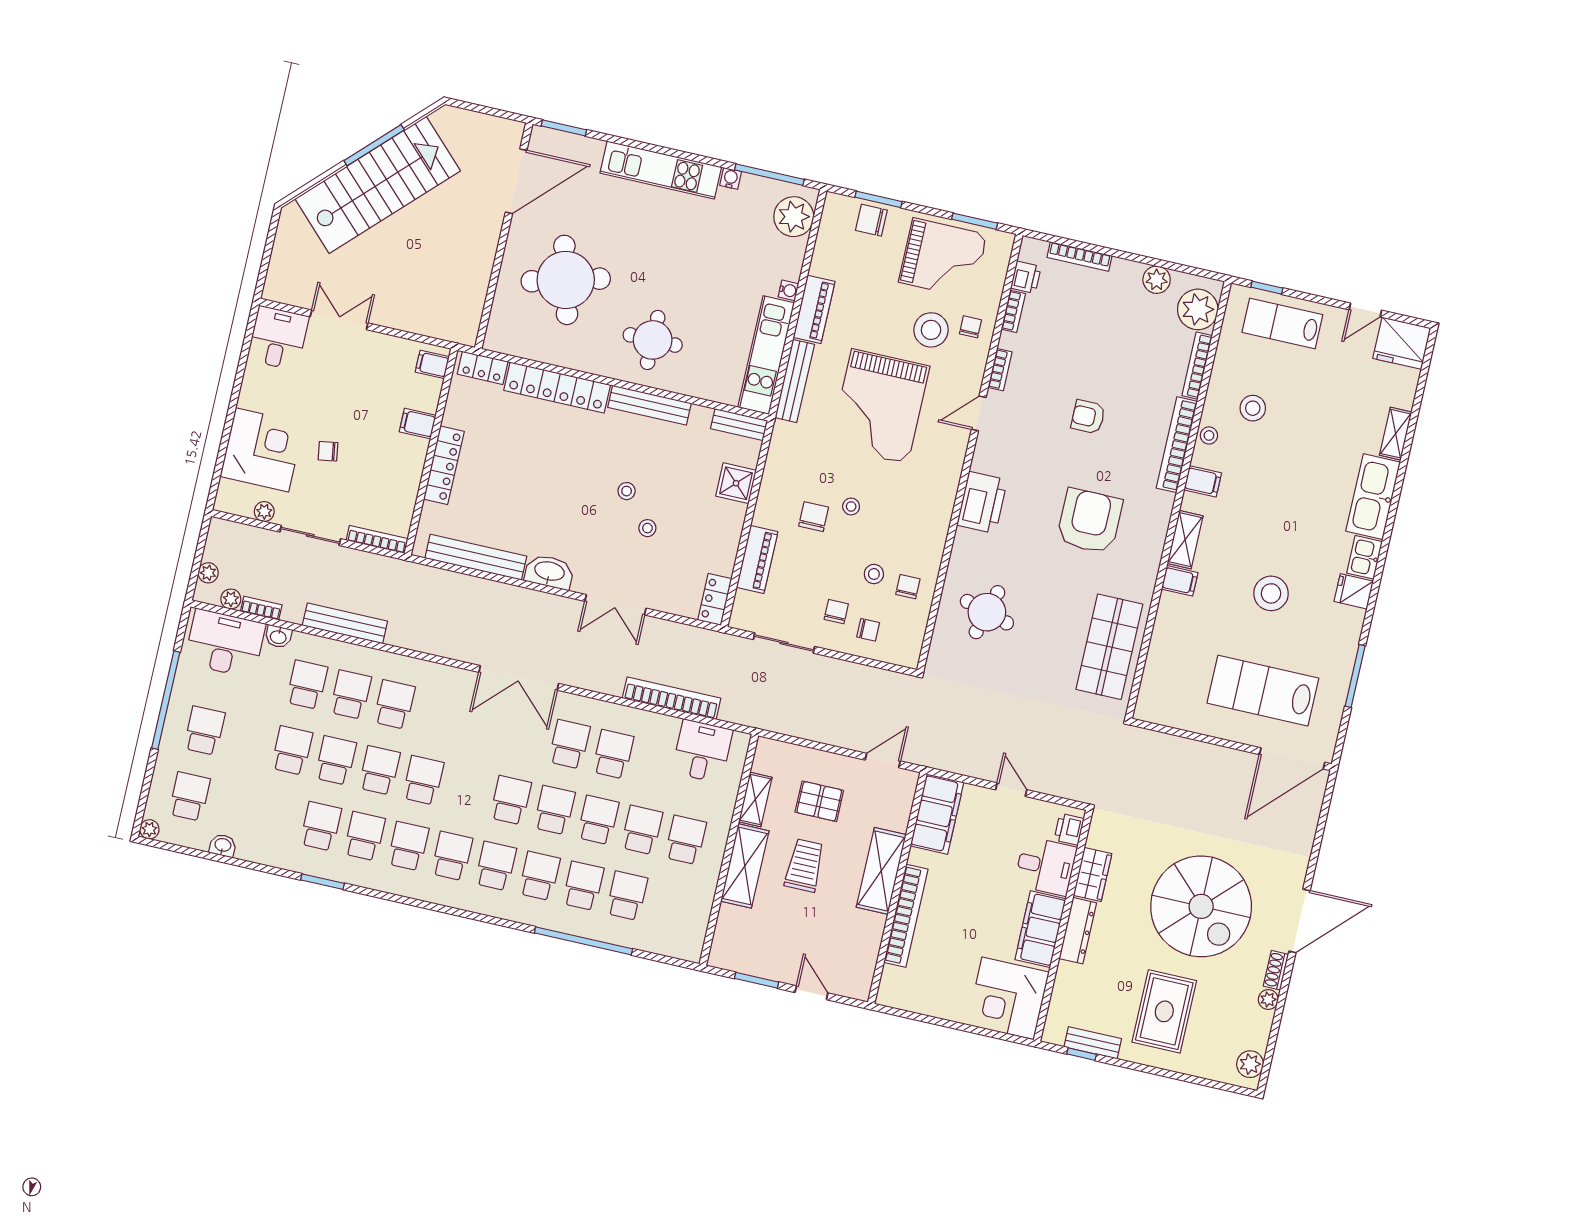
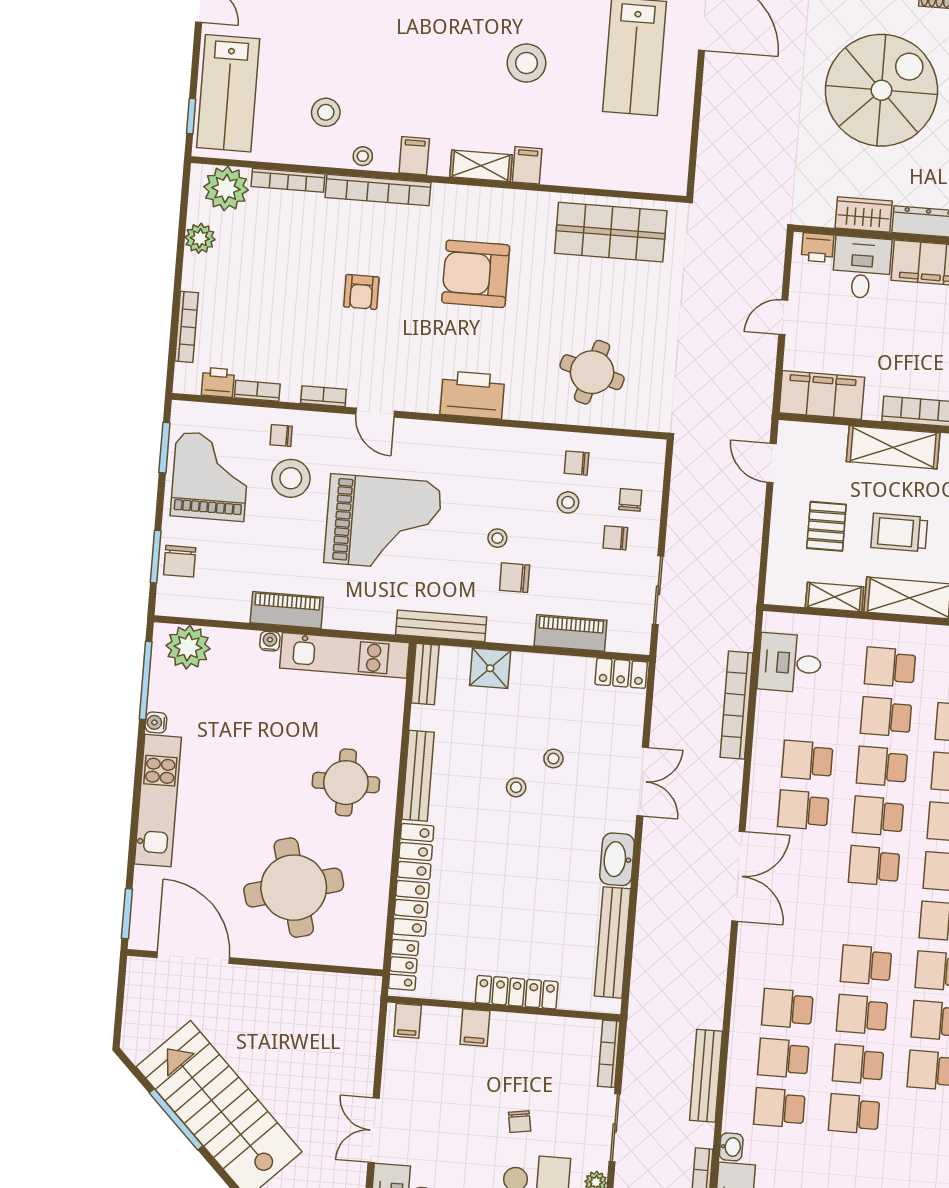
lab bench: (1282, 323) -> (228, 93), width x1.36, depth x1.39
bench: (795, 381) -> (441, 626), moved

